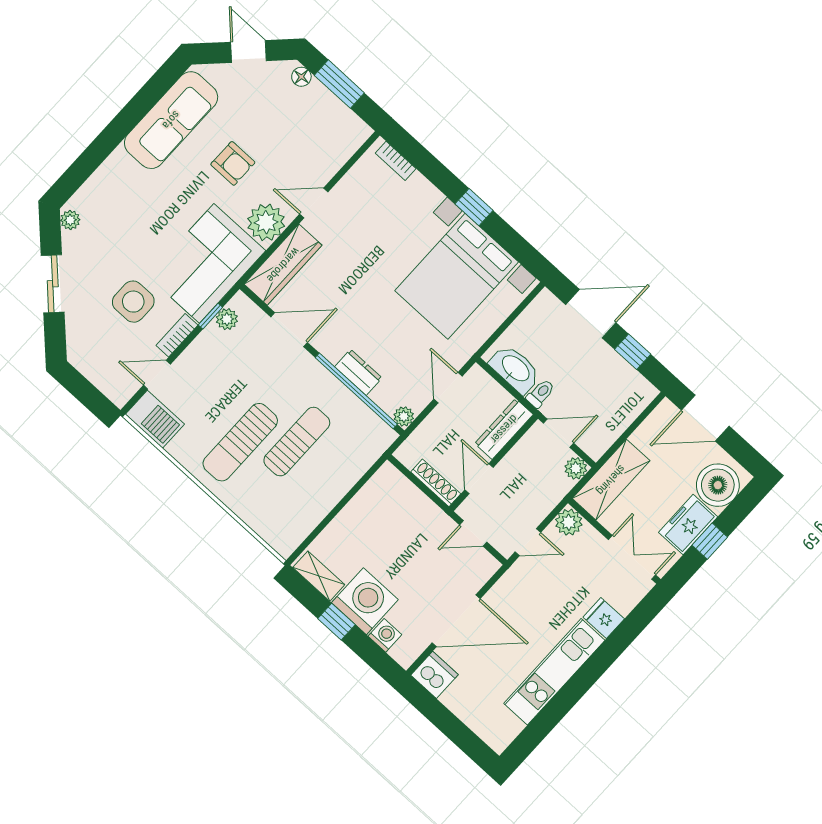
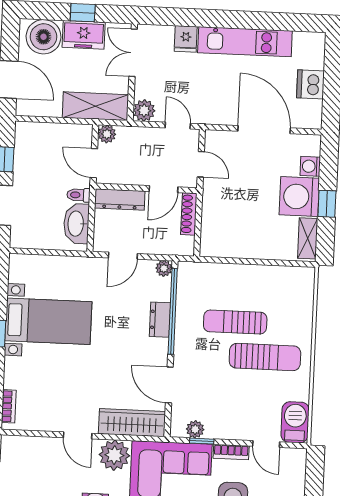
bed with nightstands: (457, 276) -> (48, 321), width x0.73
dishwasher: (434, 675) -> (311, 84), moved

